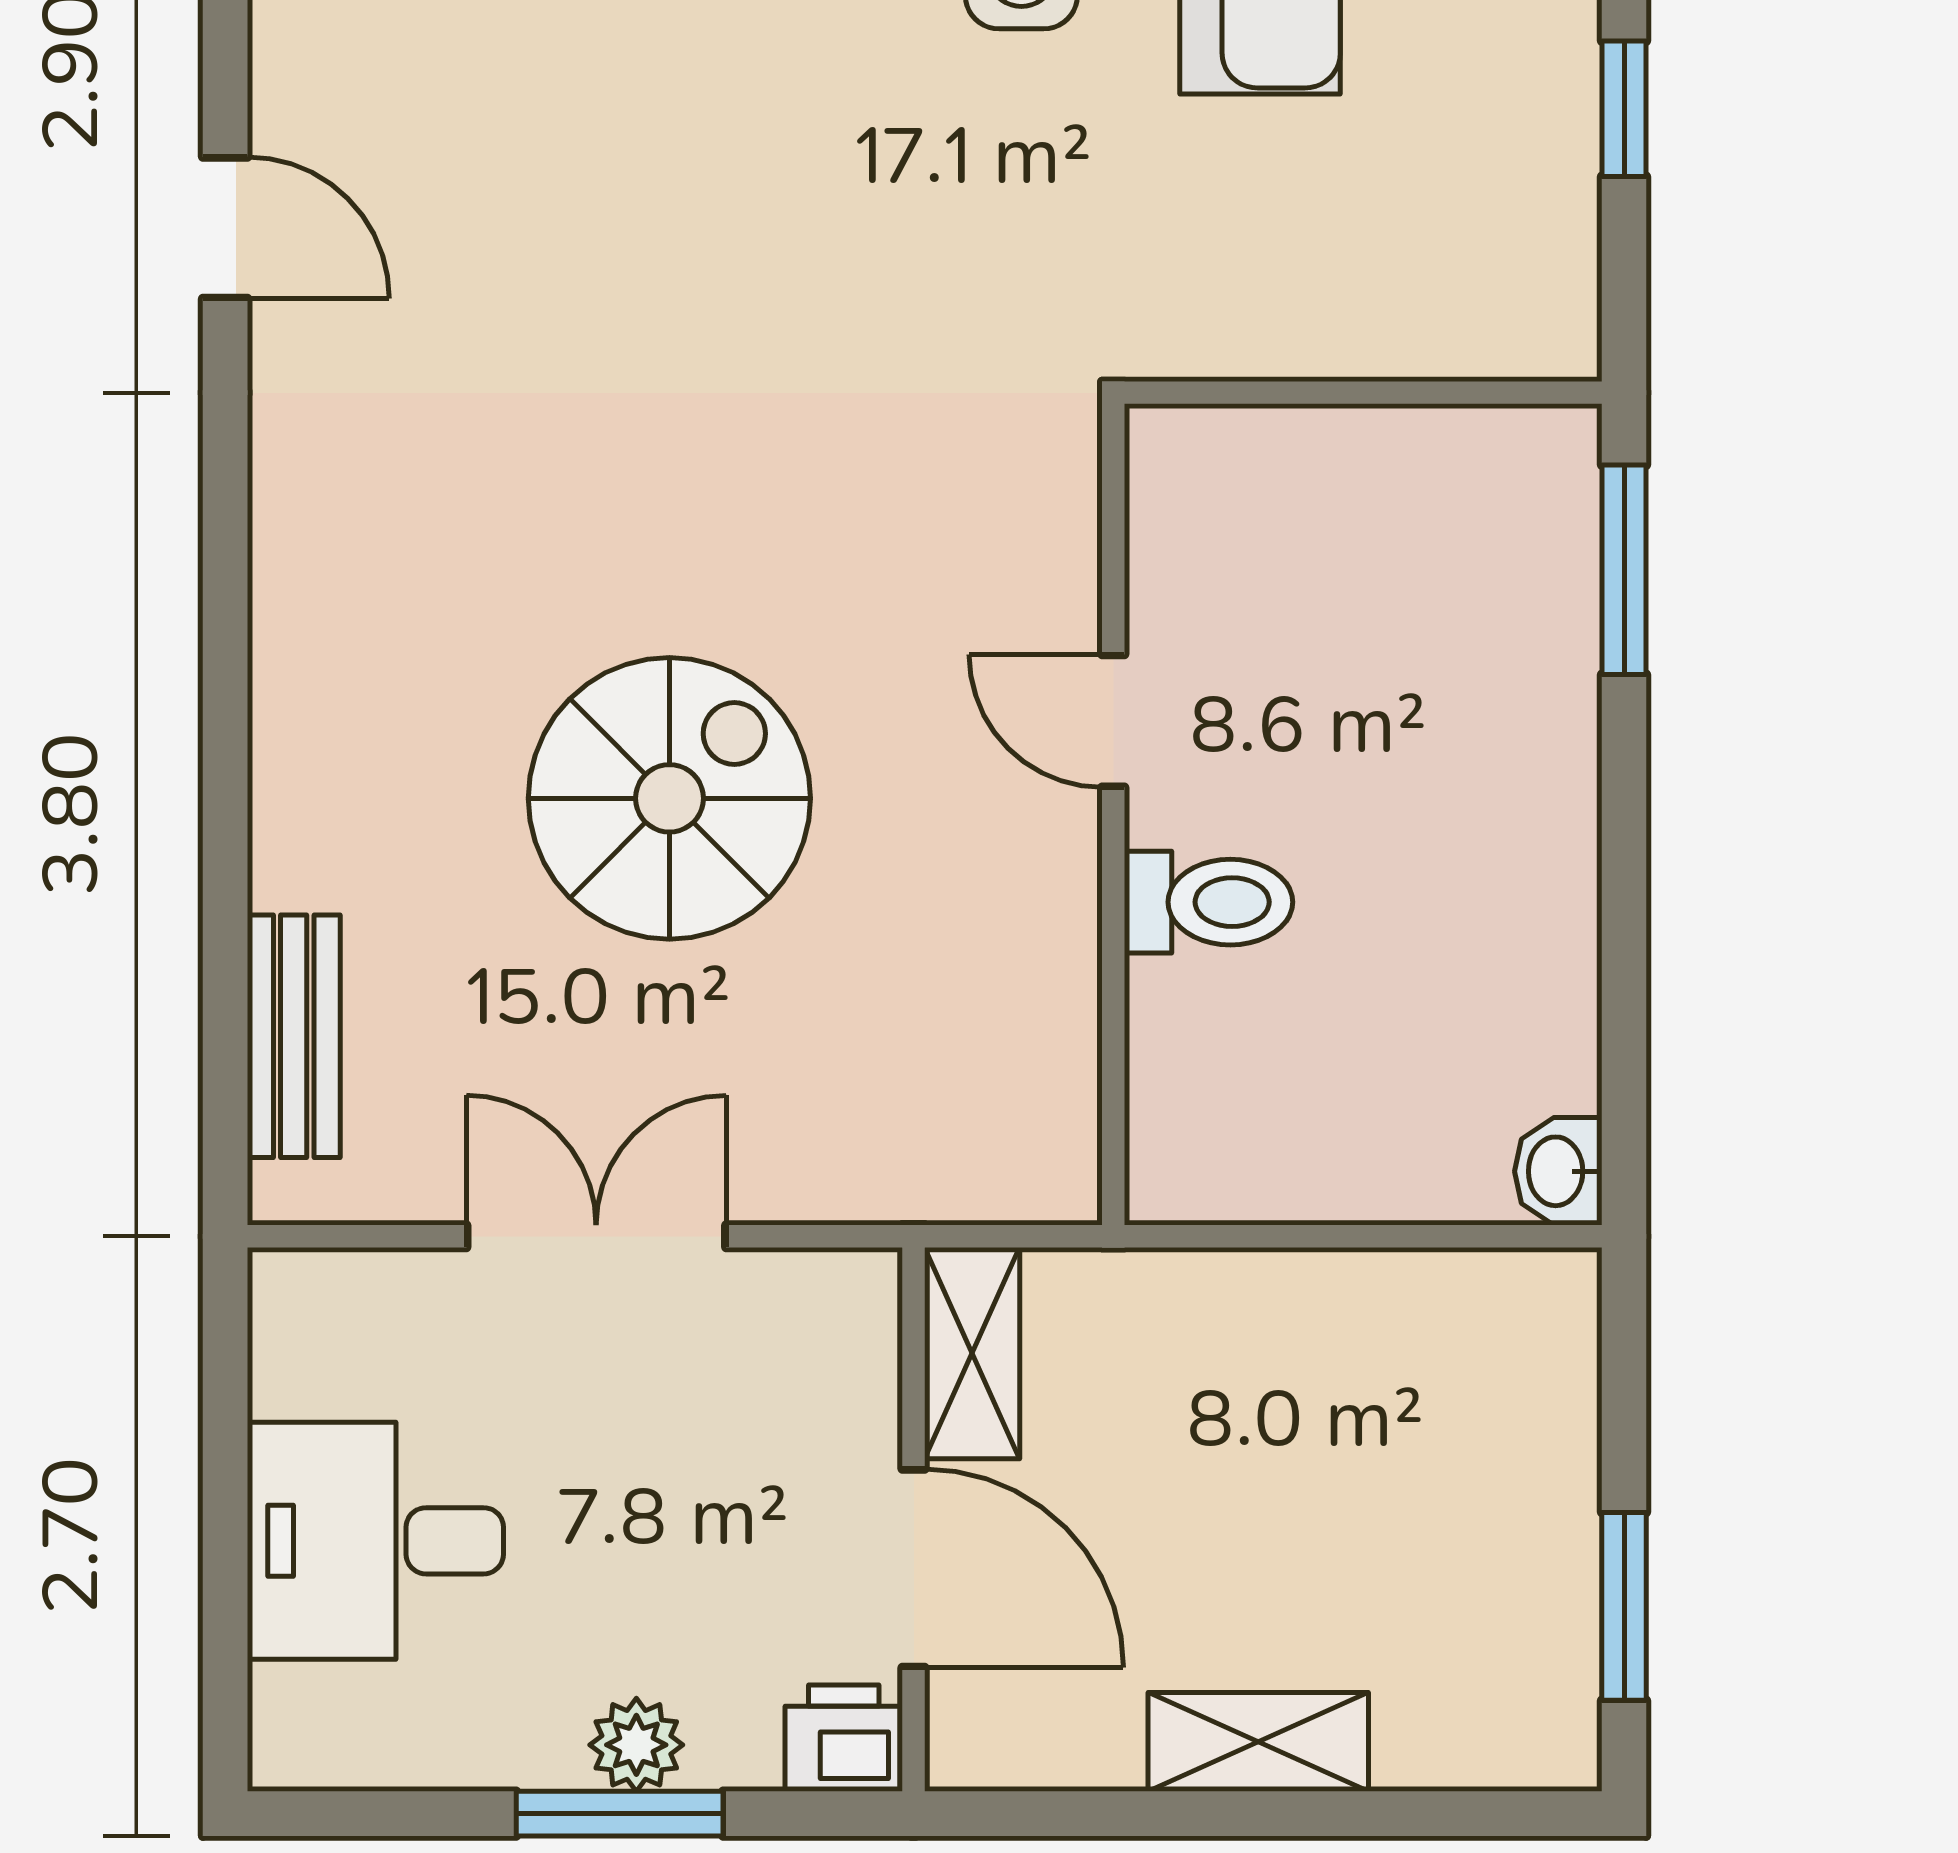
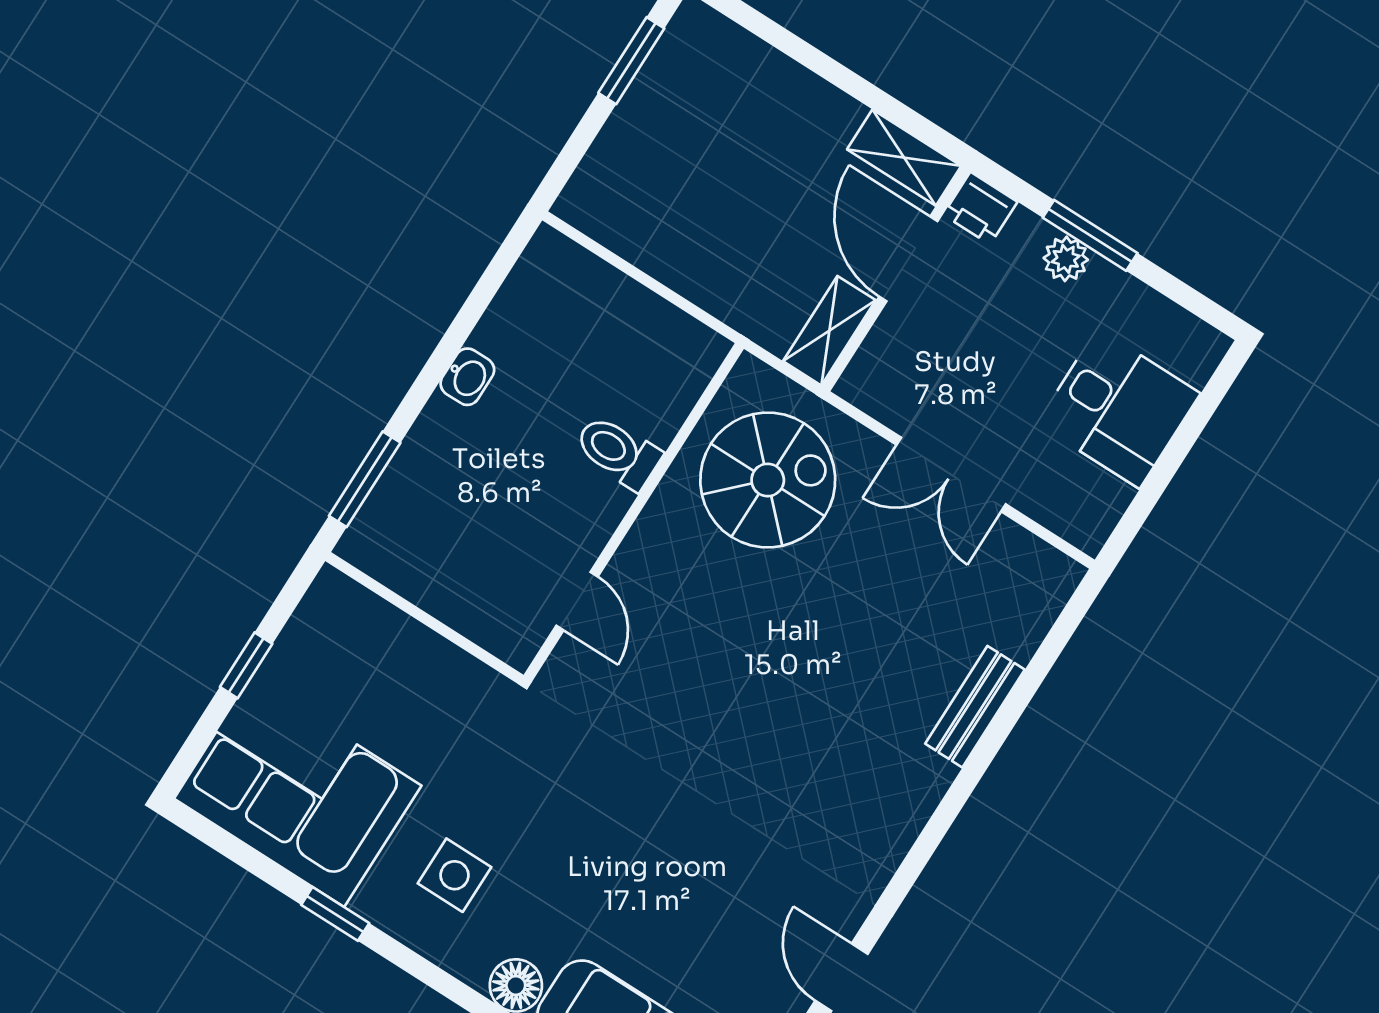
door: (1113, 721) -> (577, 601), moved
spiral stairs: (669, 798) -> (768, 480), moved, turned 180
bench: (294, 1036) -> (975, 707), moved
washbasin: (1558, 1171) -> (467, 377), moved
shelving: (1258, 1742) -> (904, 158), moved

